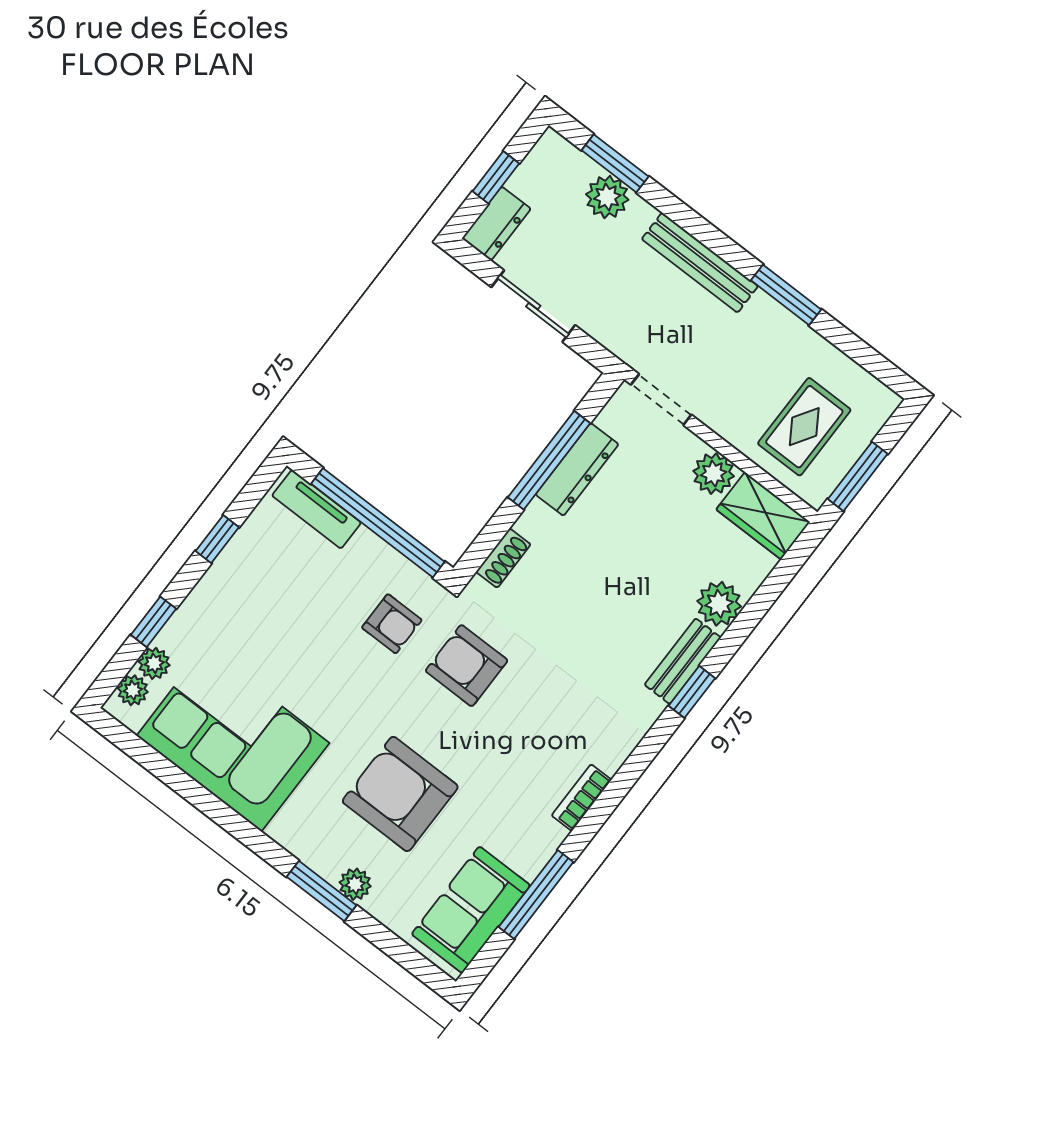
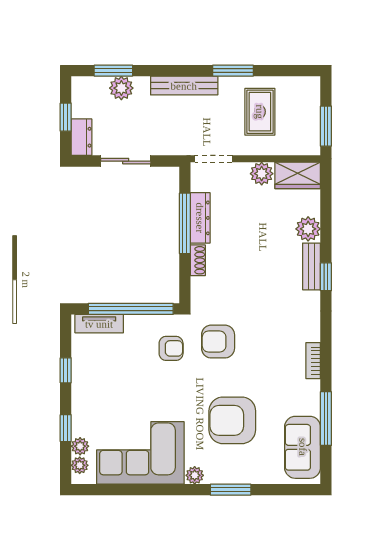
rug: (804, 427) -> (260, 112), moved
shoe rack: (503, 558) -> (198, 260), moved
plant: (355, 884) -> (195, 475), moved

